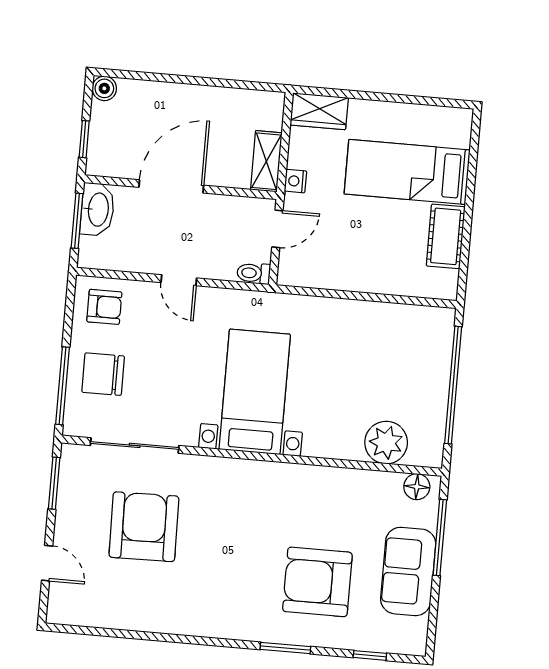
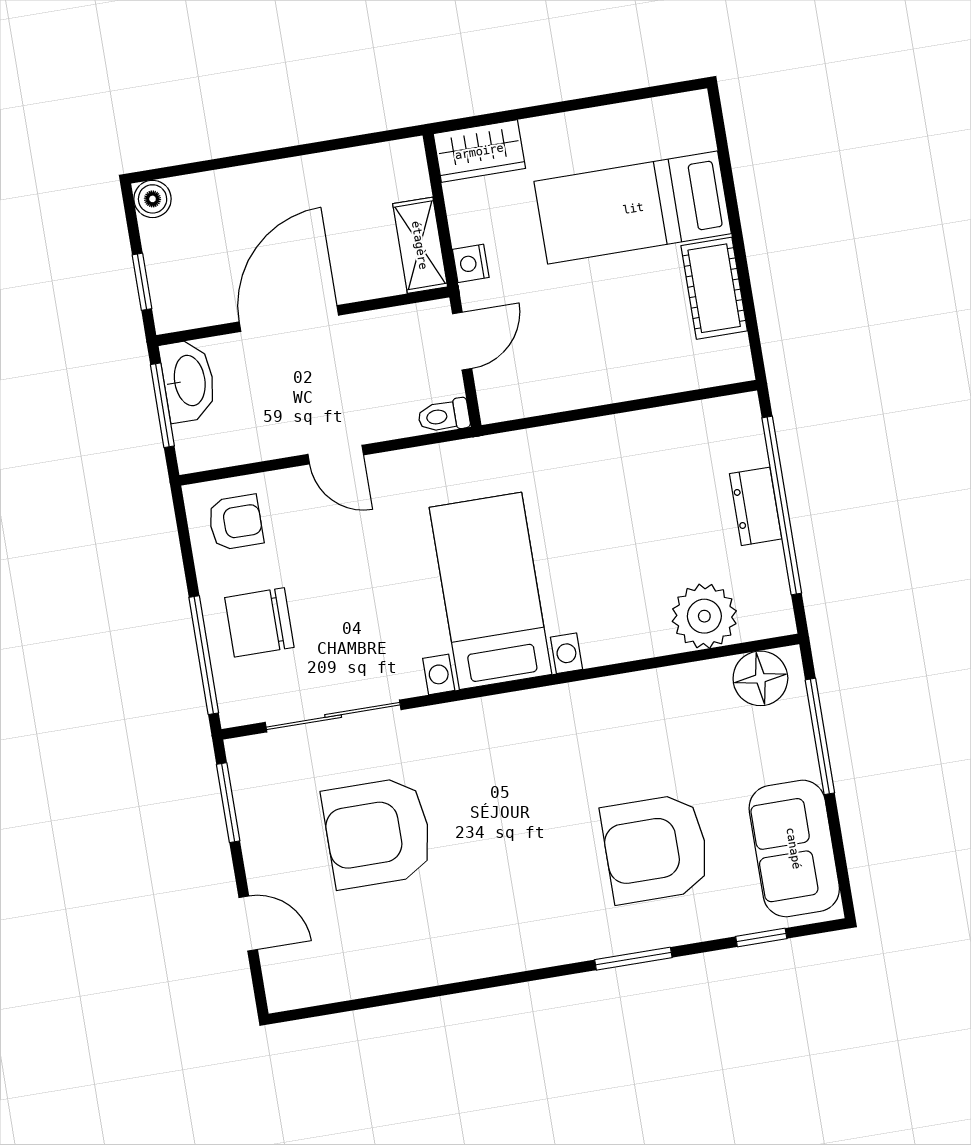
dresser: (436, 381) -> (756, 506), added
floor lamp: (417, 487) -> (760, 678), width x1.38, depth x1.38
armchair: (144, 527) -> (378, 833), turned -89
sofa: (408, 571) -> (794, 848), moved

